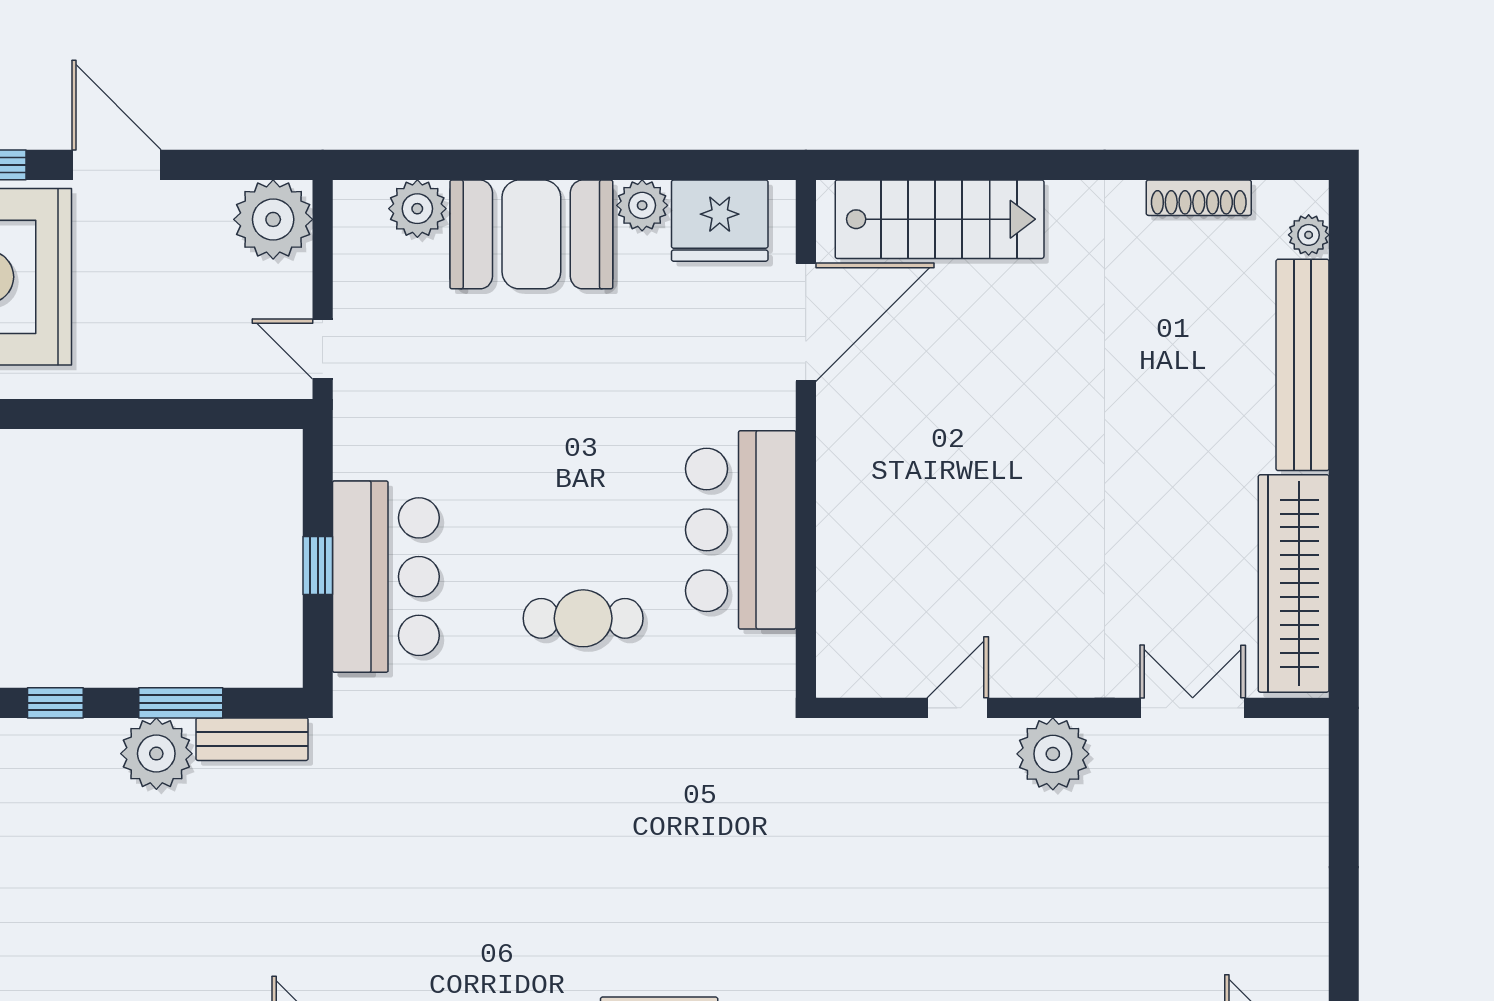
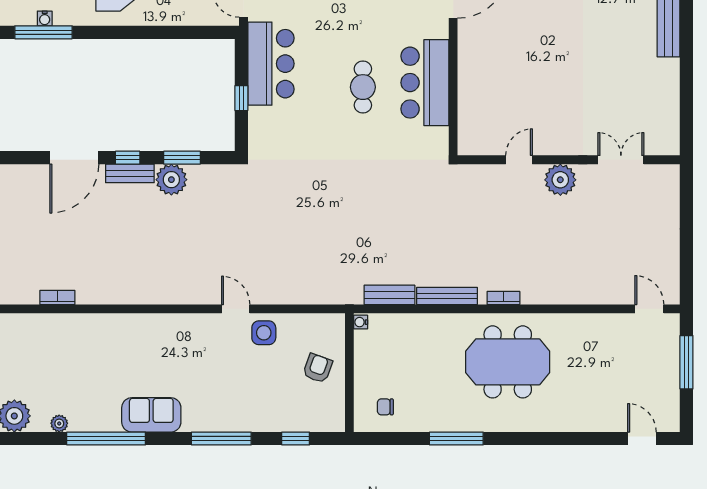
bar counter: (386, 577) -> (271, 64), moved
wardrobe: (1294, 583) -> (665, 106), removed
cafe table: (583, 618) -> (363, 87), moved, turned 90
bench: (252, 739) -> (130, 173), moved

